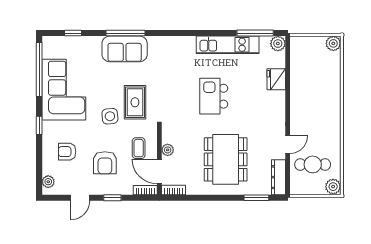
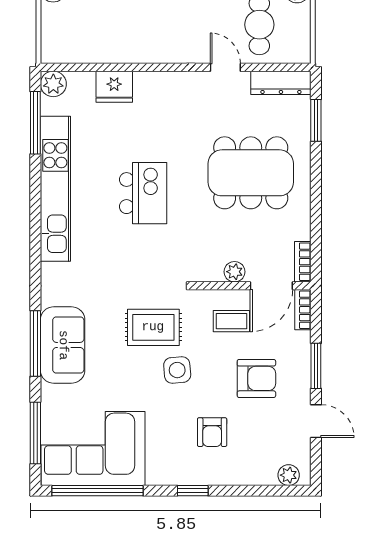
window: (73, 33) -> (35, 433), width x2.17
kitchen unit: (228, 45) -> (55, 189), width x1.36
corner sofa: (64, 90) -> (93, 449), moved
kitchen island: (214, 96) -> (143, 193), turned -90
armchair: (67, 152) -> (212, 432), moved
window: (112, 198) -> (316, 366), width x1.50

